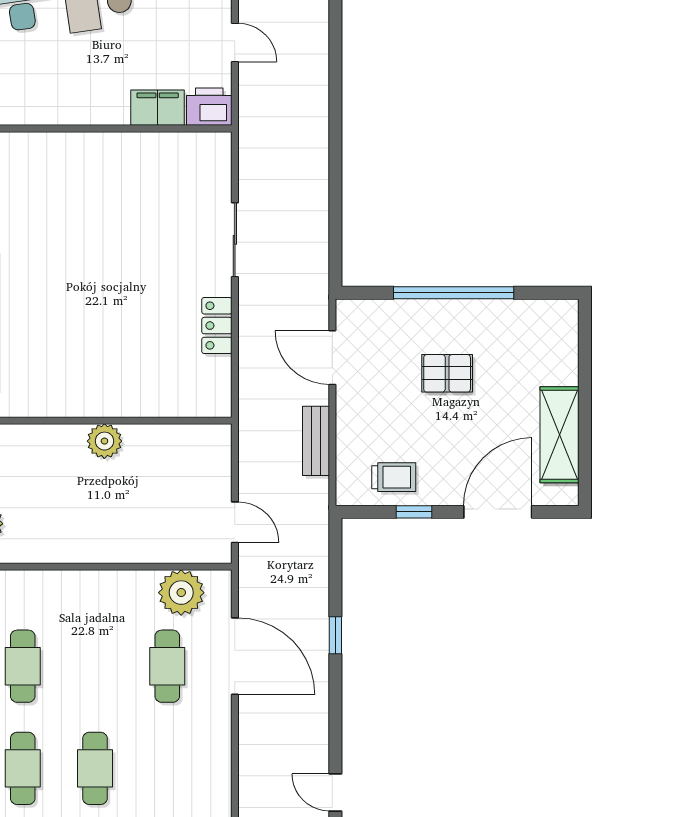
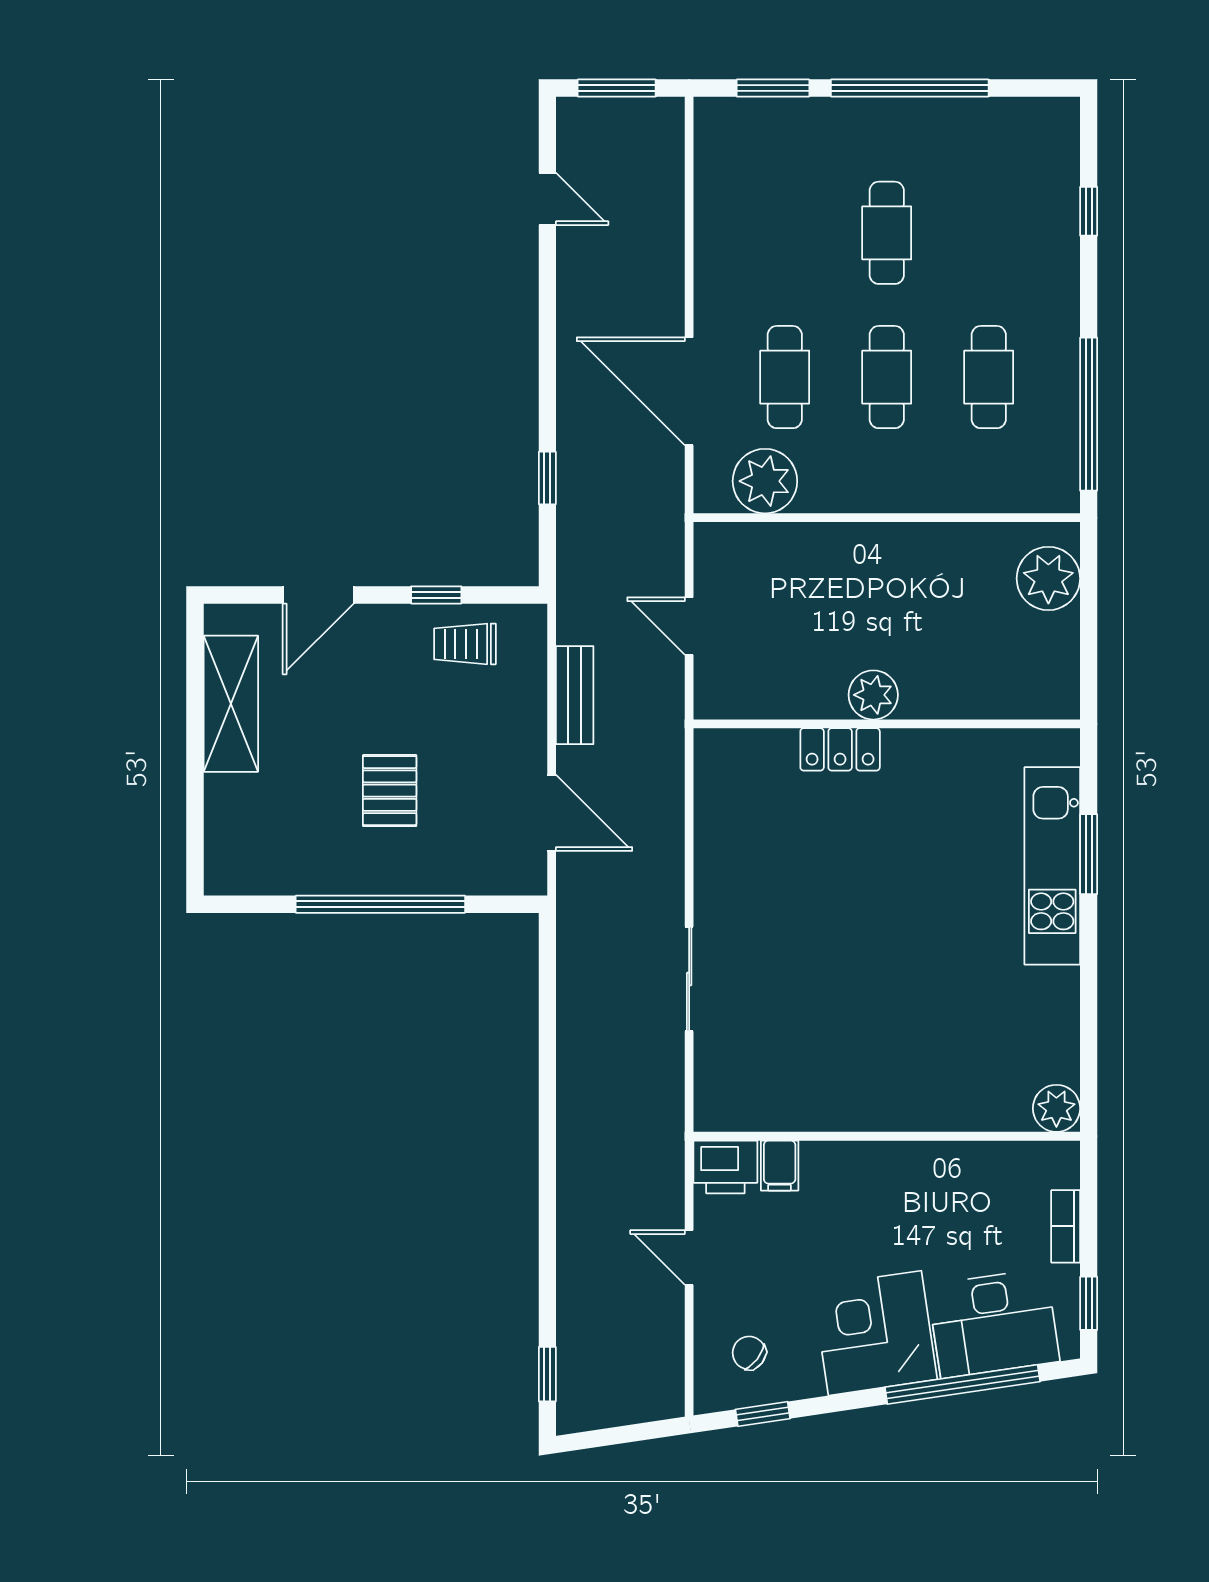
filing cabinet: (158, 108) -> (780, 1166), width x0.50
locker: (217, 326) -> (840, 749), moved, turned 90
pallet: (447, 373) -> (390, 791), turned 90
door: (498, 512) -> (318, 595), width x0.73
door: (235, 522) -> (689, 626), moved
window: (335, 635) -> (547, 478), moved
cafe table: (23, 768) -> (887, 377), moved

